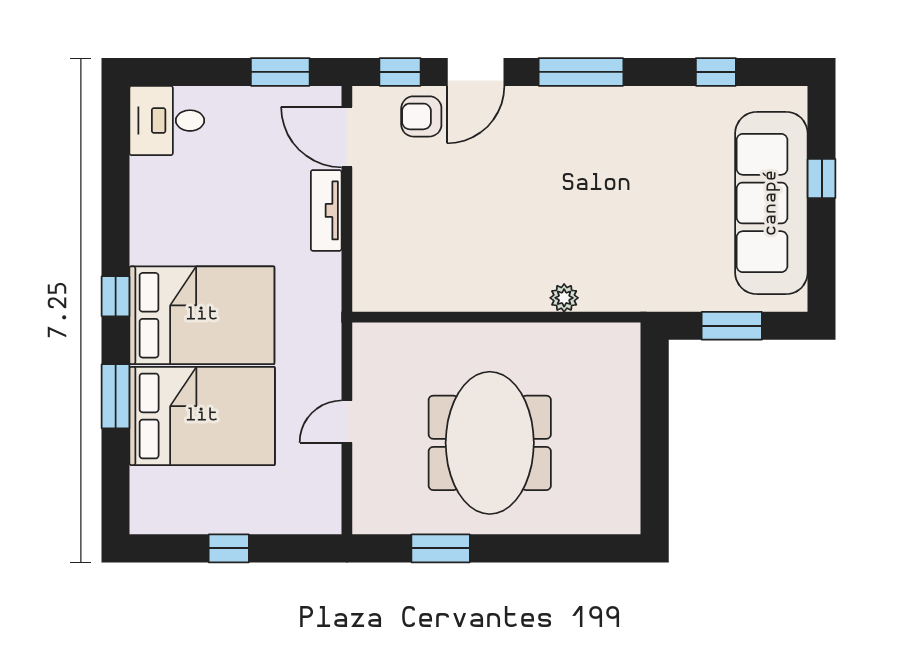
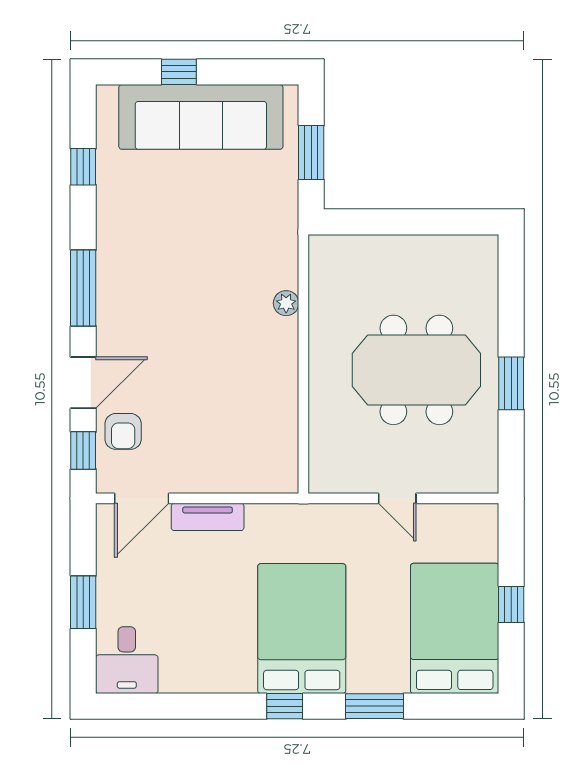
window: (280, 72) -> (83, 602), moved
door: (476, 72) -> (83, 383), hinge flipped
bed: (202, 416) -> (455, 628), moved
window: (441, 548) -> (511, 383), moved

